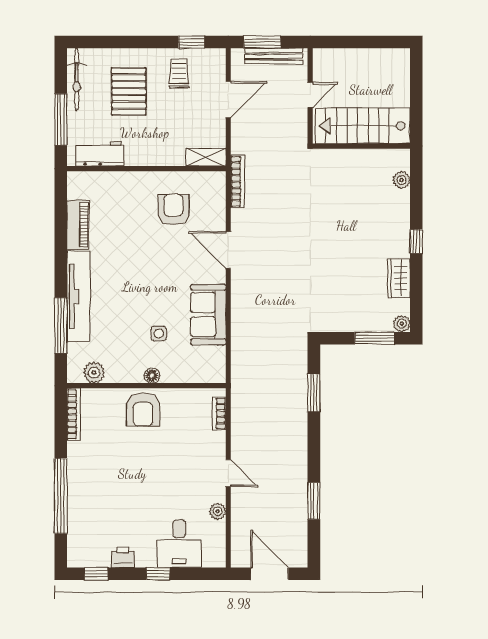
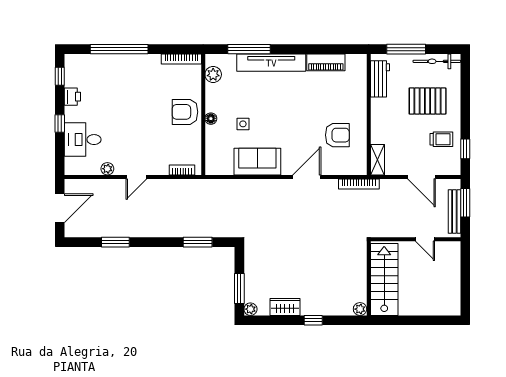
stairs: (363, 126) -> (384, 279), moved
wall: (361, 146) -> (369, 278), moved

